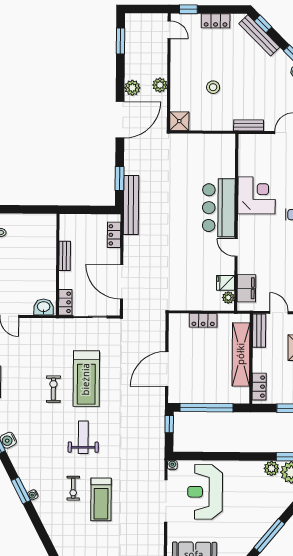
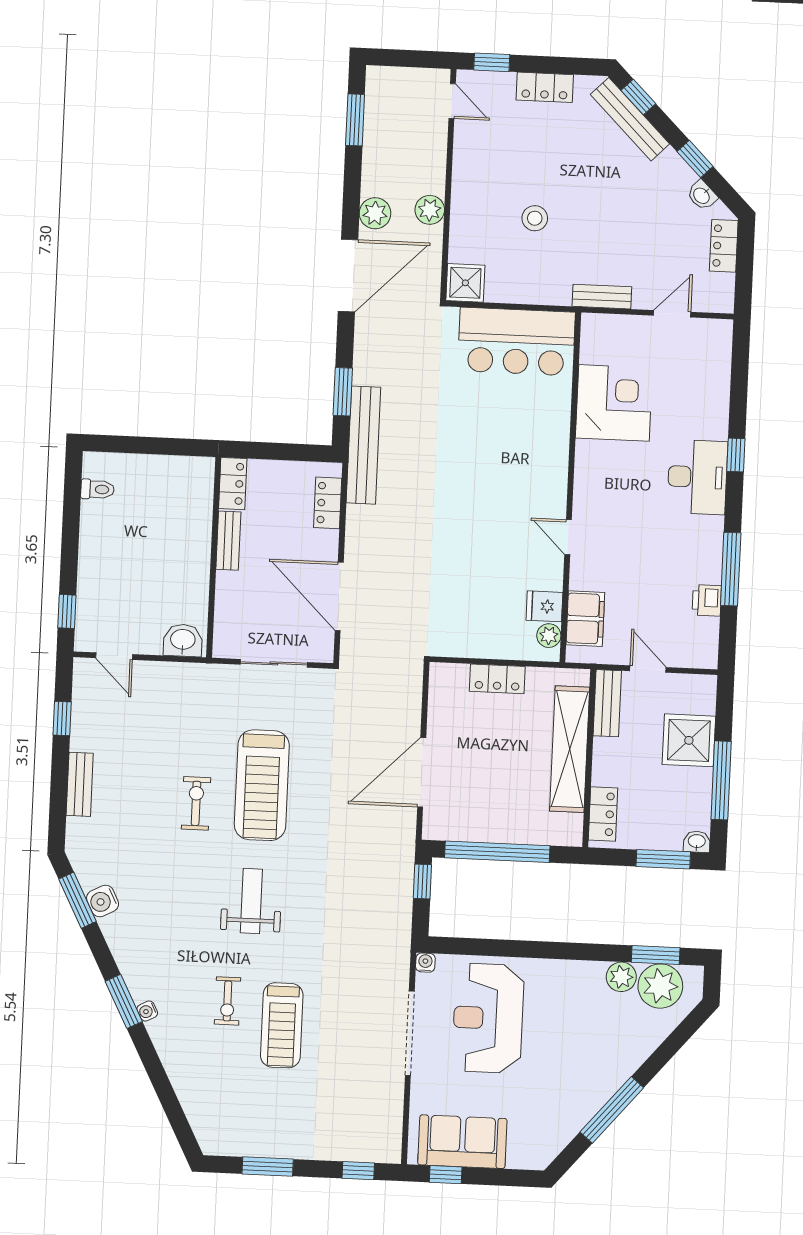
corner desk: (257, 195) -> (614, 403), moved
bar counter: (219, 208) -> (517, 342), moved, turned -90
locker: (65, 302) -> (233, 484), moved

